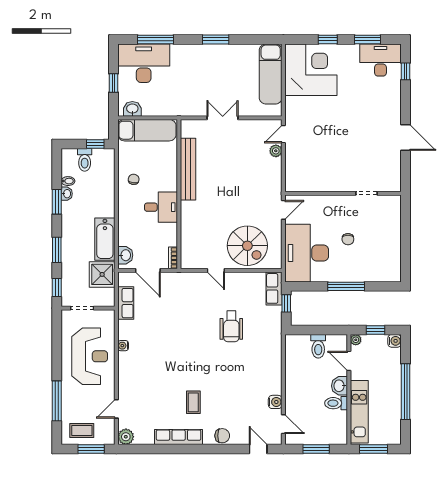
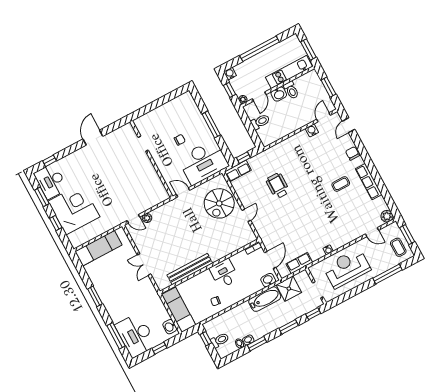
corner desk: (311, 70) -> (74, 209), moved, turned 90
spiral stairs: (247, 246) -> (219, 203), turned 180
wheelchair: (231, 326) -> (278, 186), turned -90

